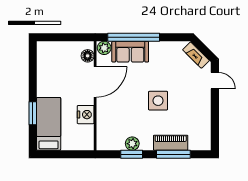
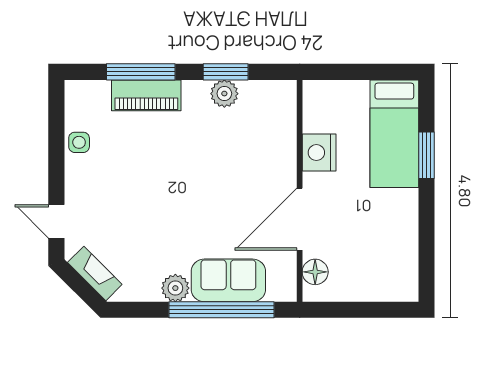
plant: (104, 48) -> (175, 288), moved
side table: (158, 101) -> (79, 142), moved, width x0.54, depth x0.54

